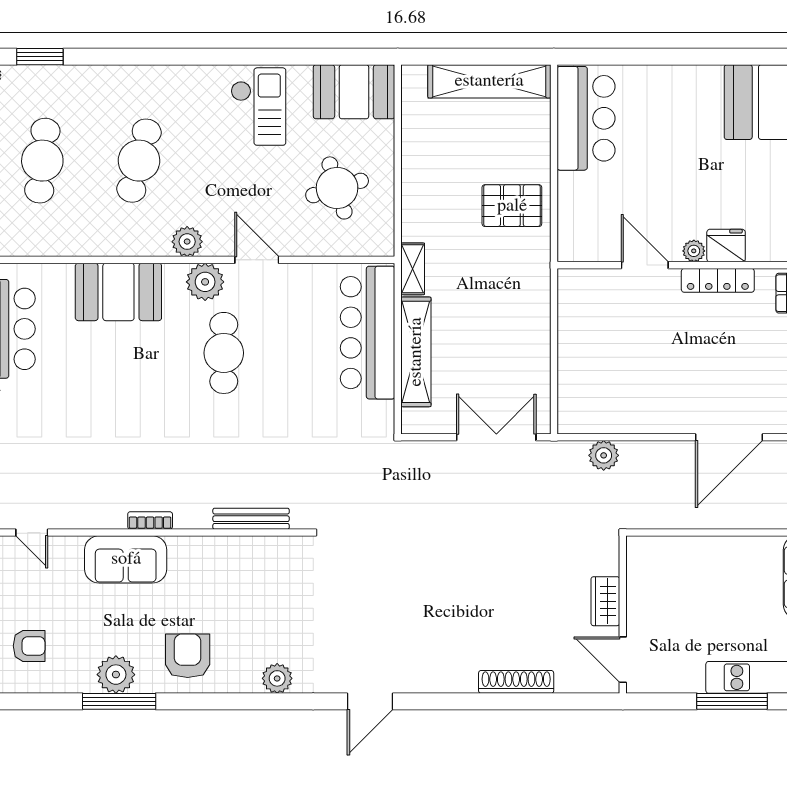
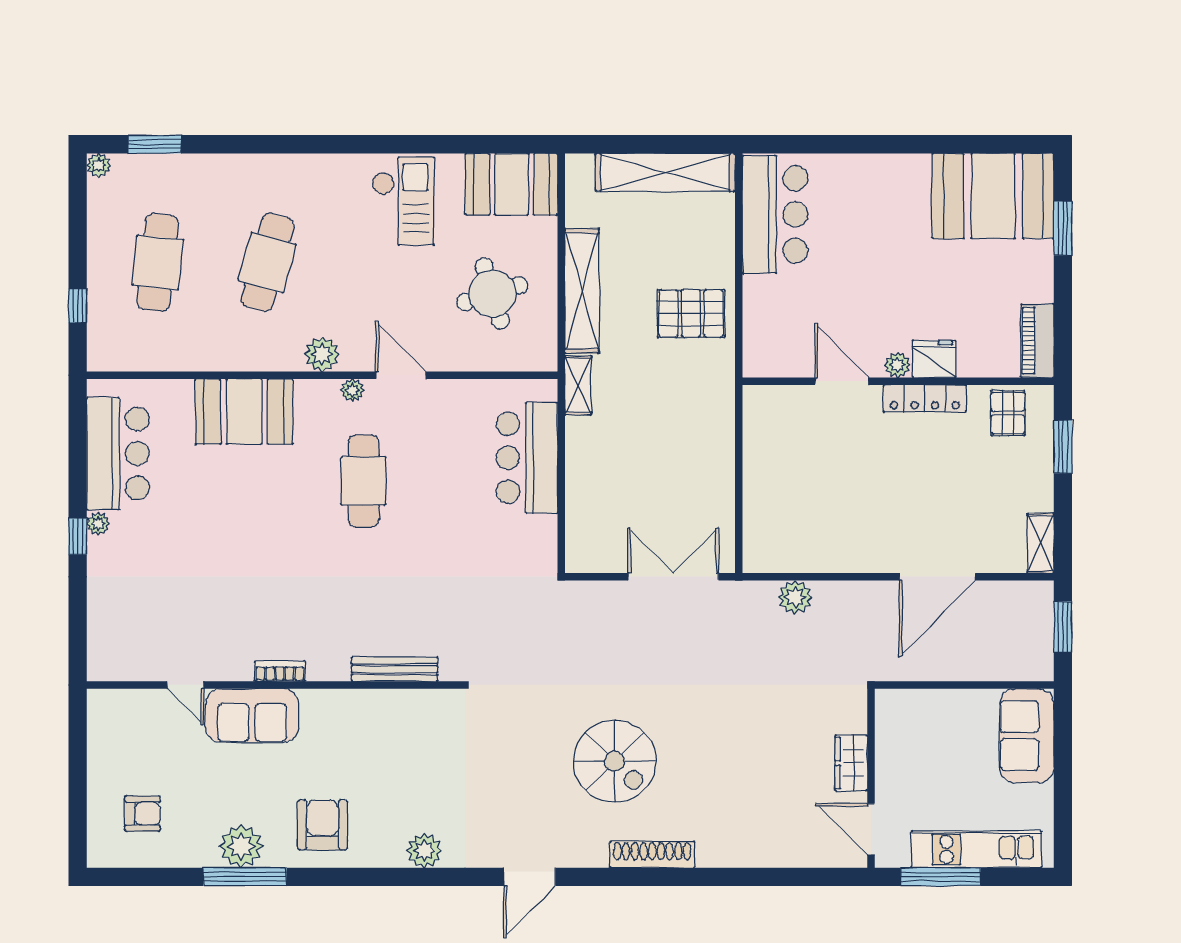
plant: (205, 282) -> (352, 390), width x0.53, depth x0.53
bar counter: (368, 333) -> (527, 458), width x0.73
shelving: (416, 352) -> (582, 291), moved
door: (32, 533) -> (185, 685), moved
spiral stairs: (445, 600) -> (615, 761), added
wardrobe: (605, 601) -> (851, 763), moved
wall: (623, 615) -> (871, 778), moved
door: (623, 660) -> (871, 829), moved
shoe rack: (516, 682) -> (652, 855), moved

